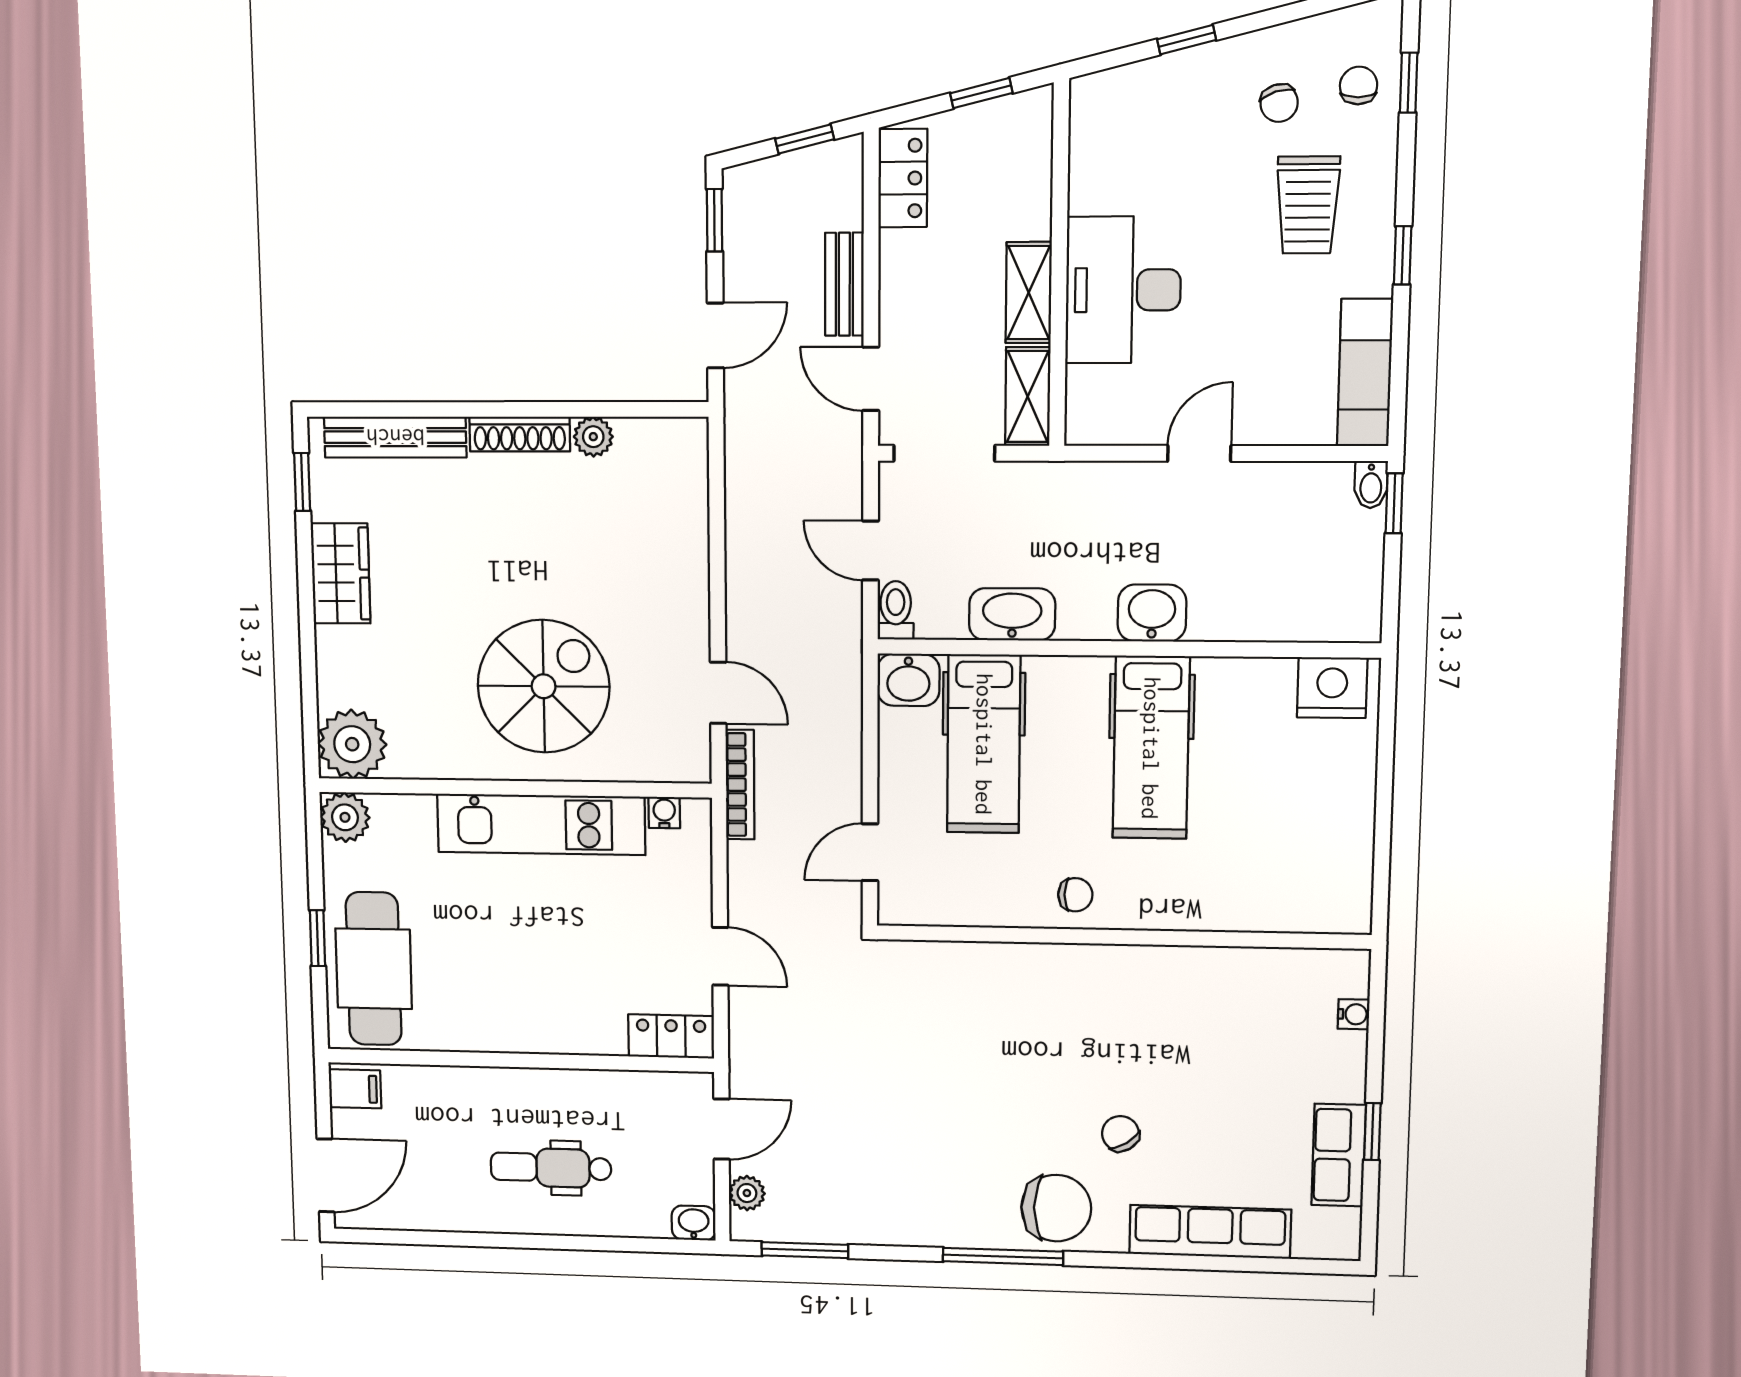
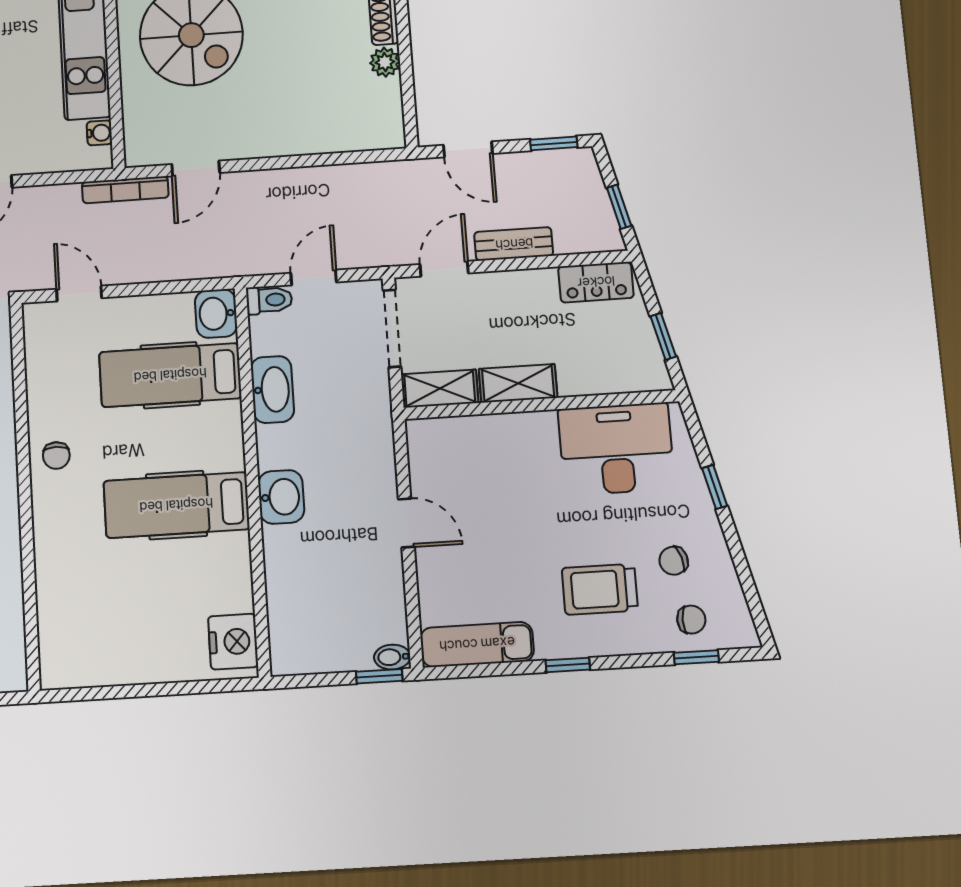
desk: (1123, 290) -> (616, 449), moved

